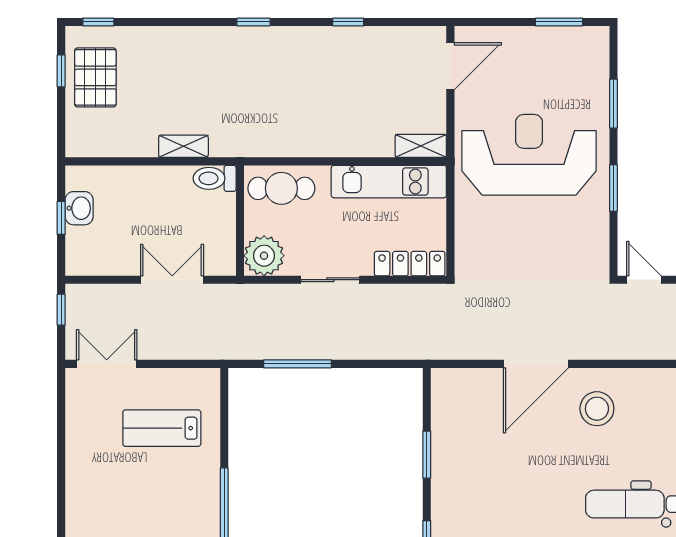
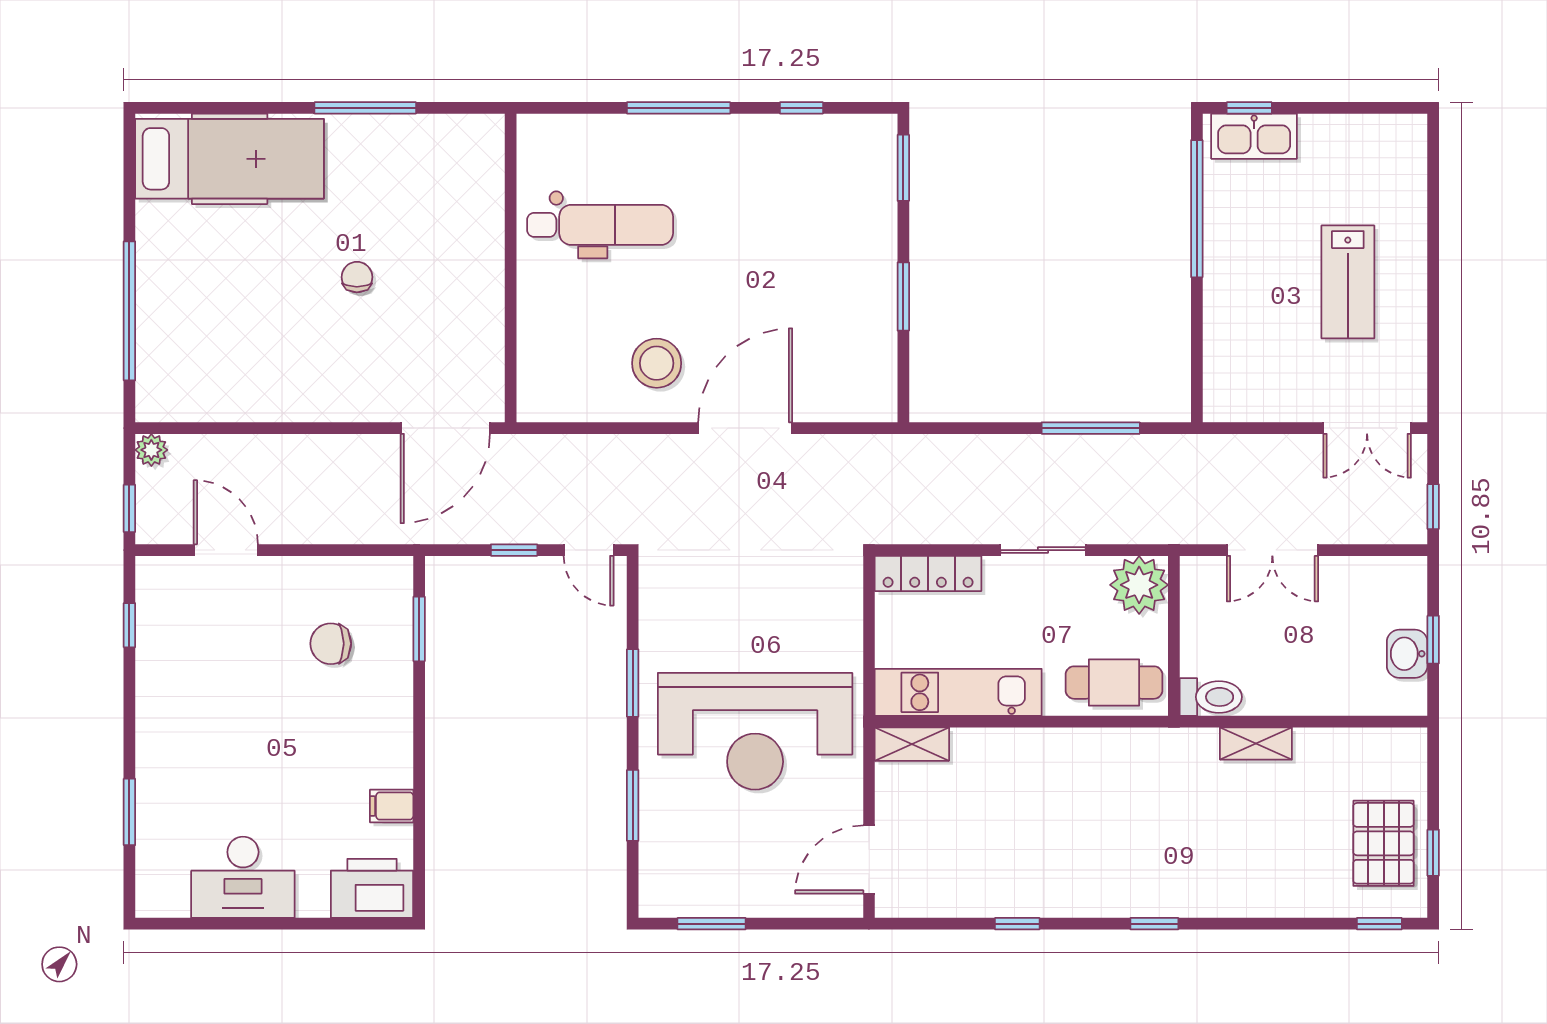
lab bench: (162, 428) -> (1348, 282), moved, turned 90

